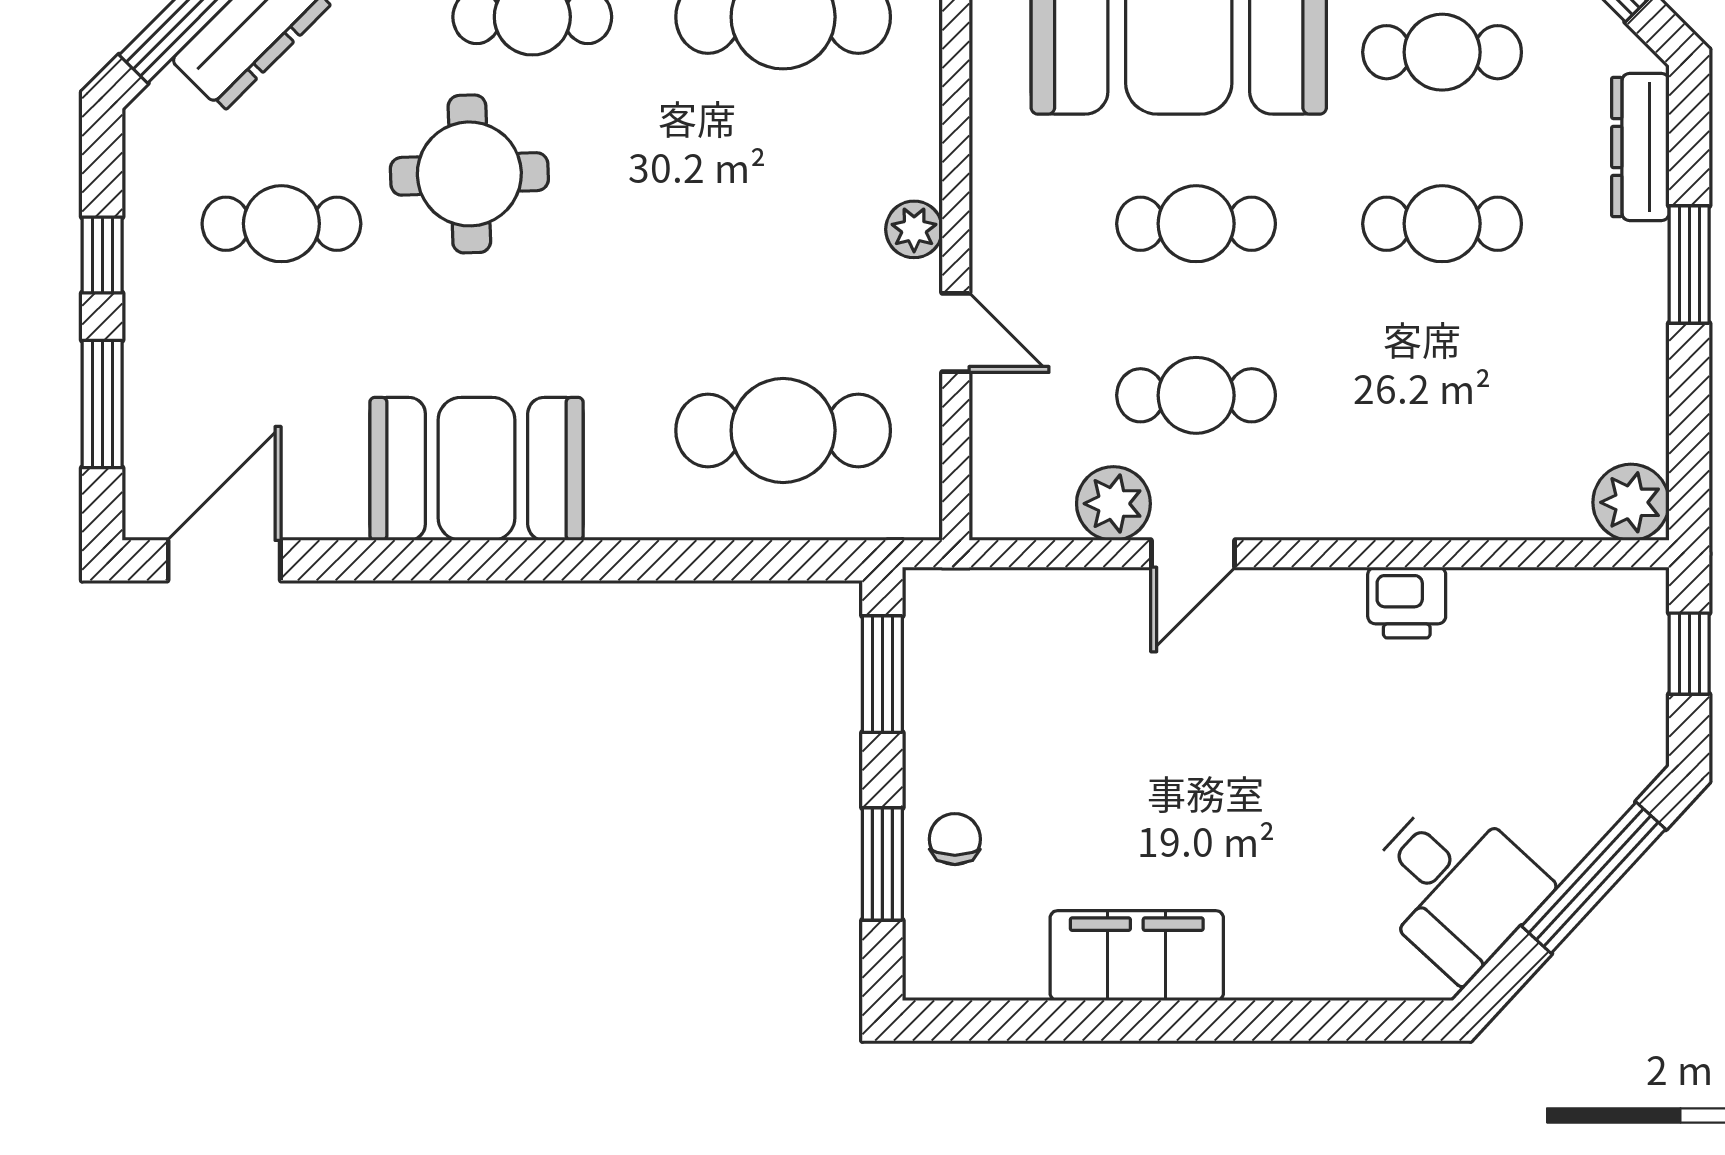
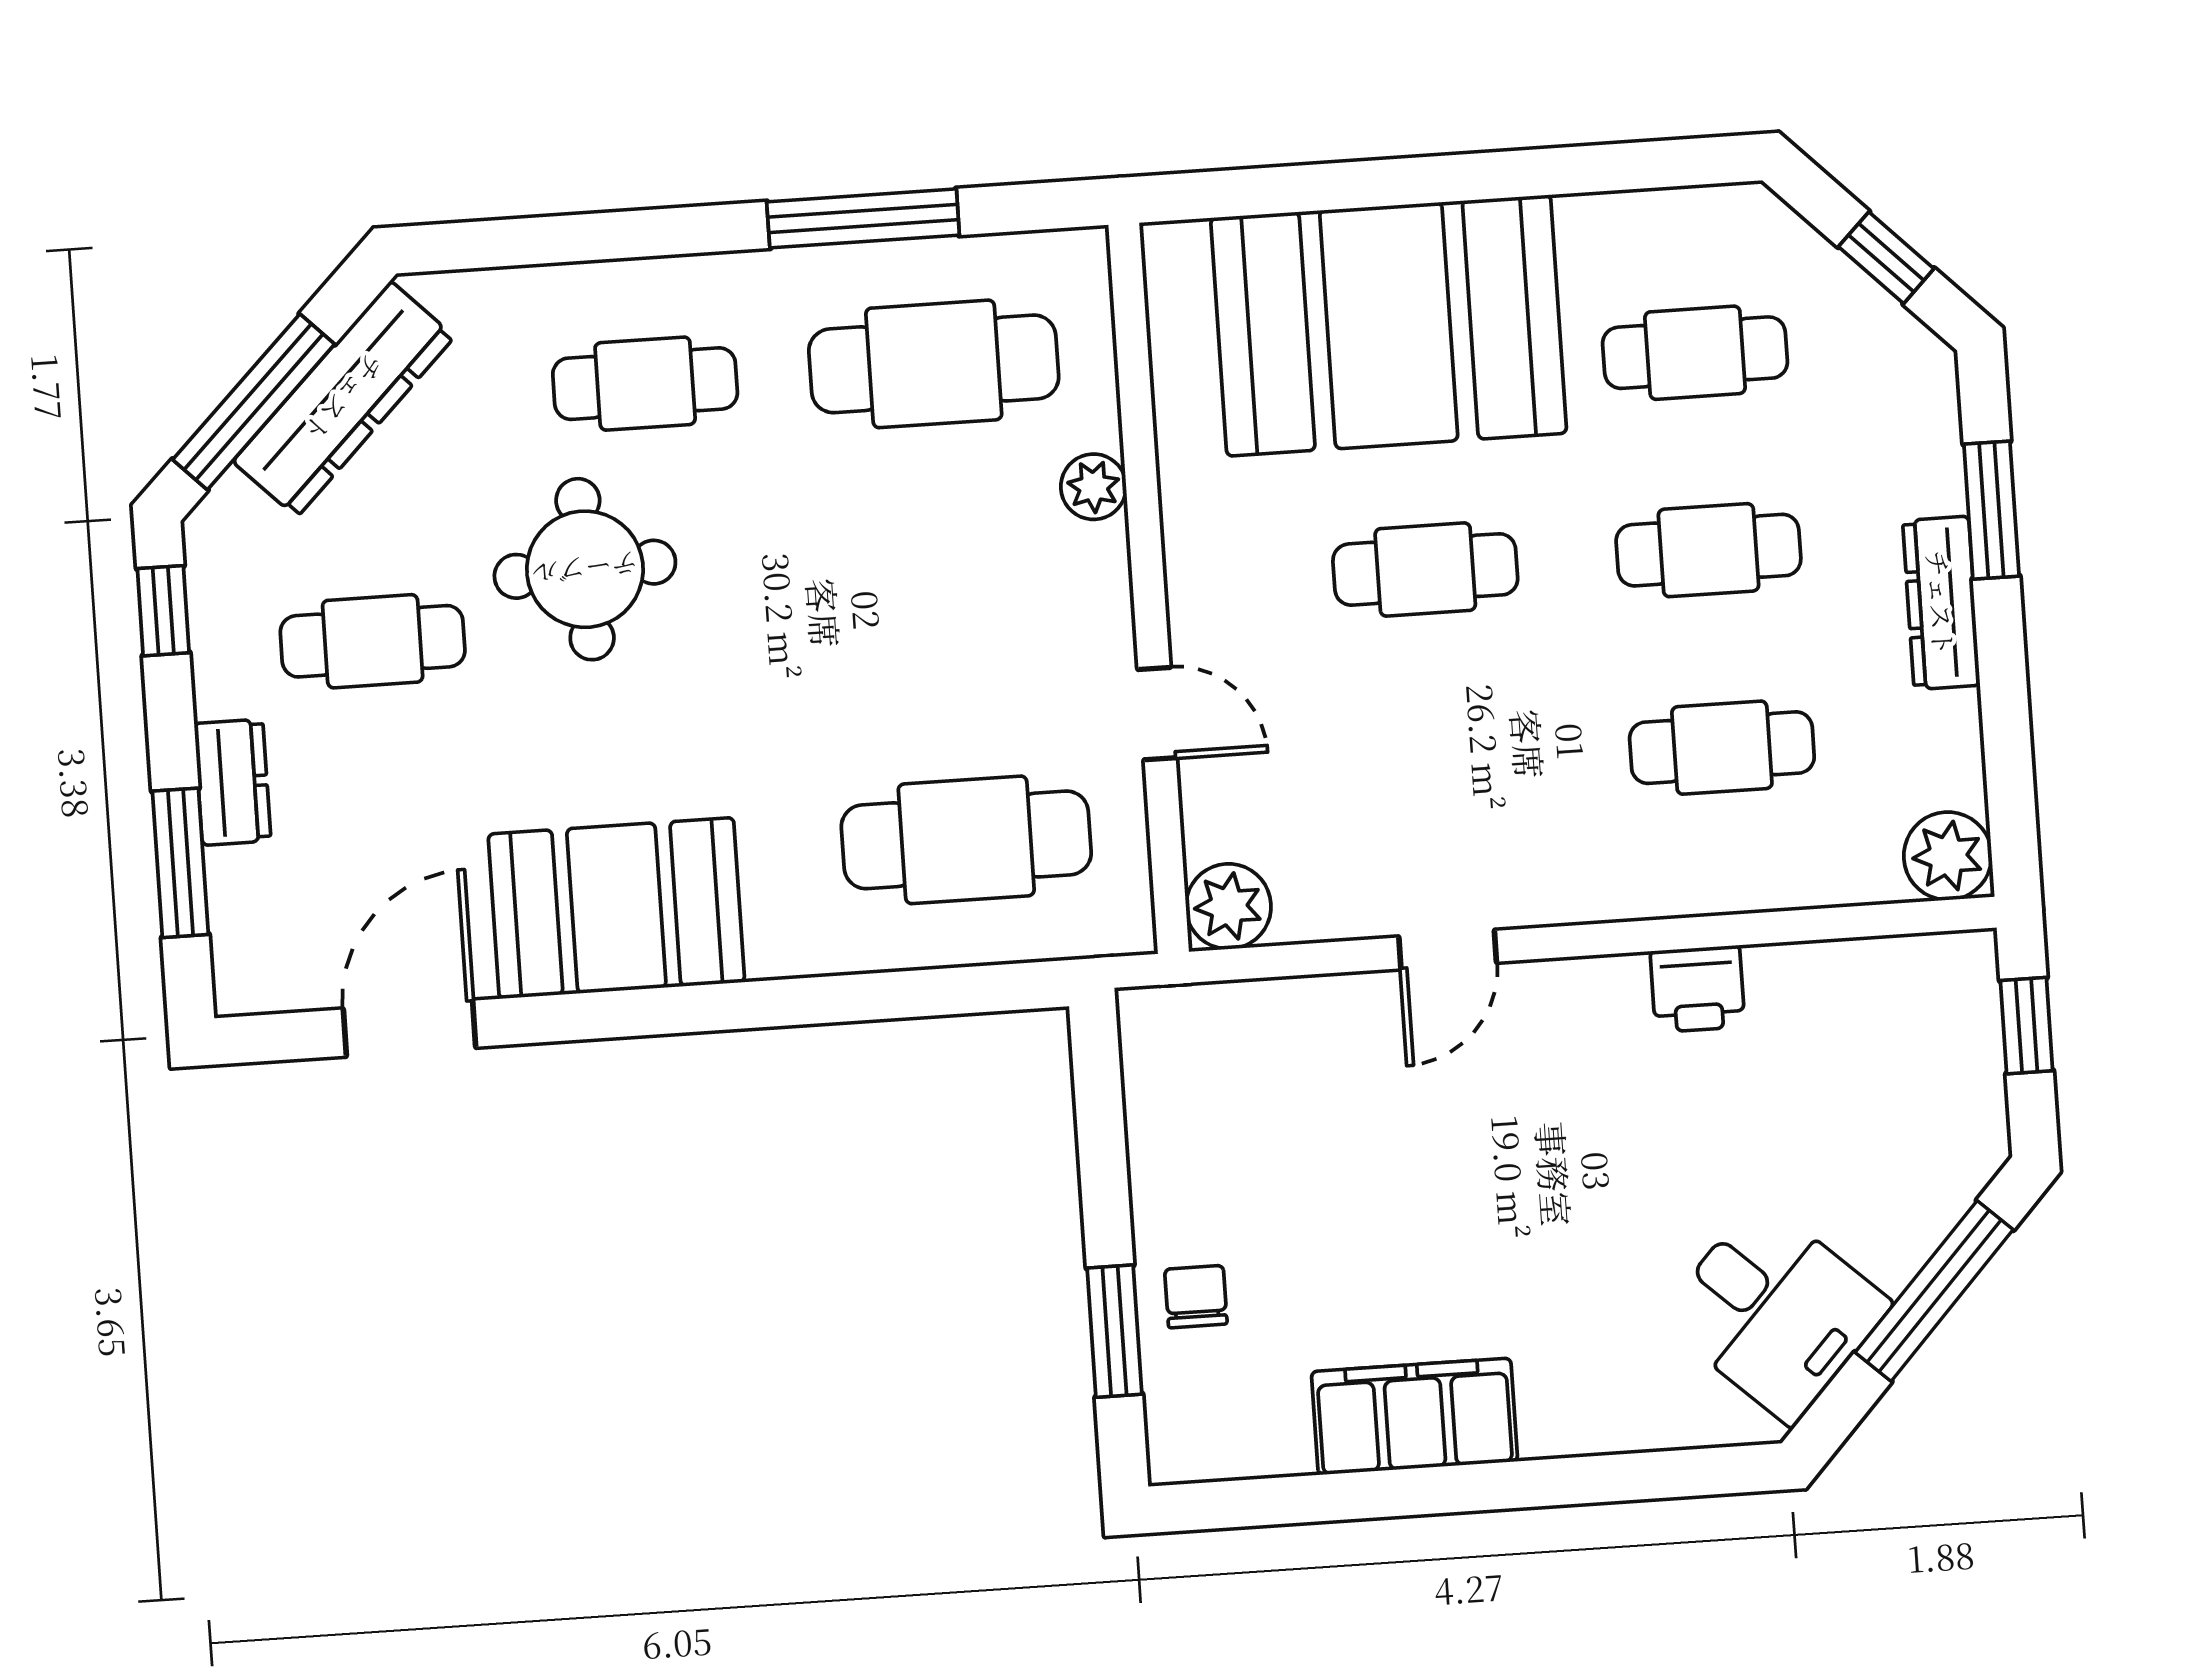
dresser: (1640, 147) -> (1941, 603), moved
plant: (914, 229) -> (1094, 487), moved
window: (102, 255) -> (163, 611), moved
window: (1689, 264) -> (1991, 510), moved
dresser: (152, 337) -> (233, 782), added
cafe table: (1196, 395) -> (1722, 748), moved
plant: (1113, 504) -> (1228, 906), moved
door: (224, 560) -> (409, 1028), moved
window: (882, 674) -> (1100, 1112), removed

